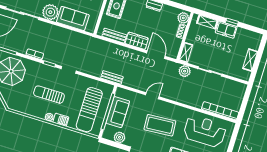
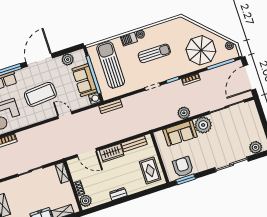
plant: (185, 71) -> (184, 113), moved
water cooler: (120, 92) -> (95, 98), added
door: (152, 96) -> (65, 115), swing flipped

